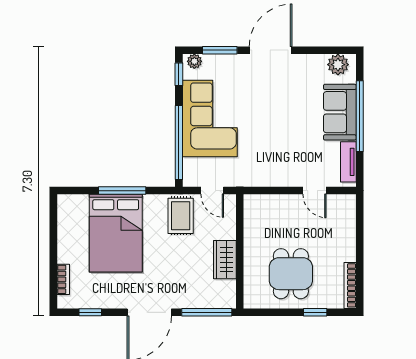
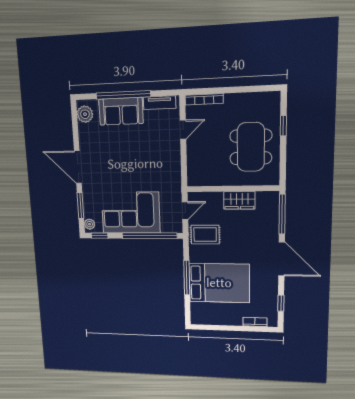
dining table: (291, 274) -> (251, 147), width x1.38
bookcase: (350, 285) -> (204, 99), moved

